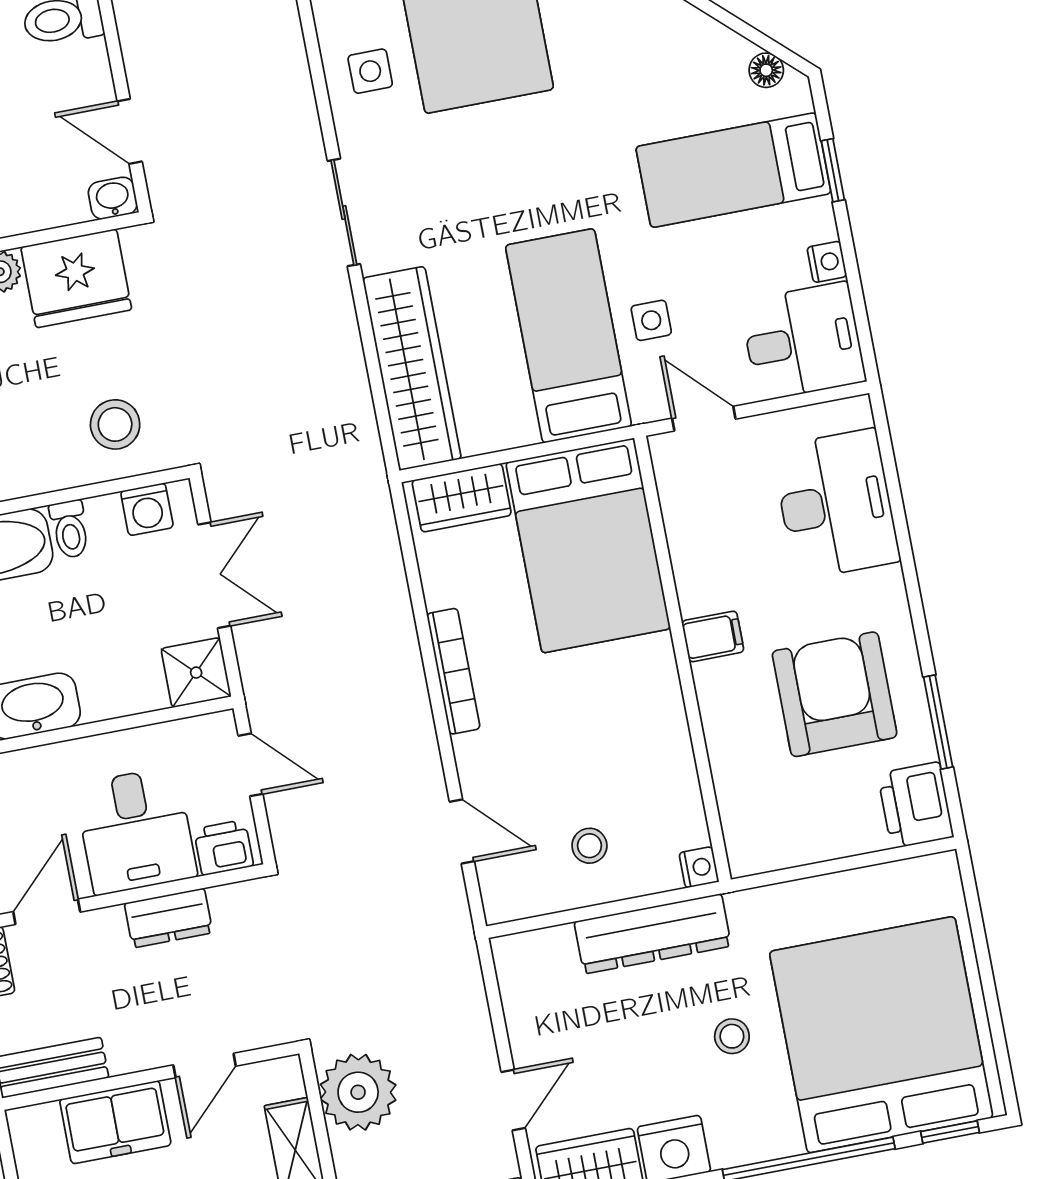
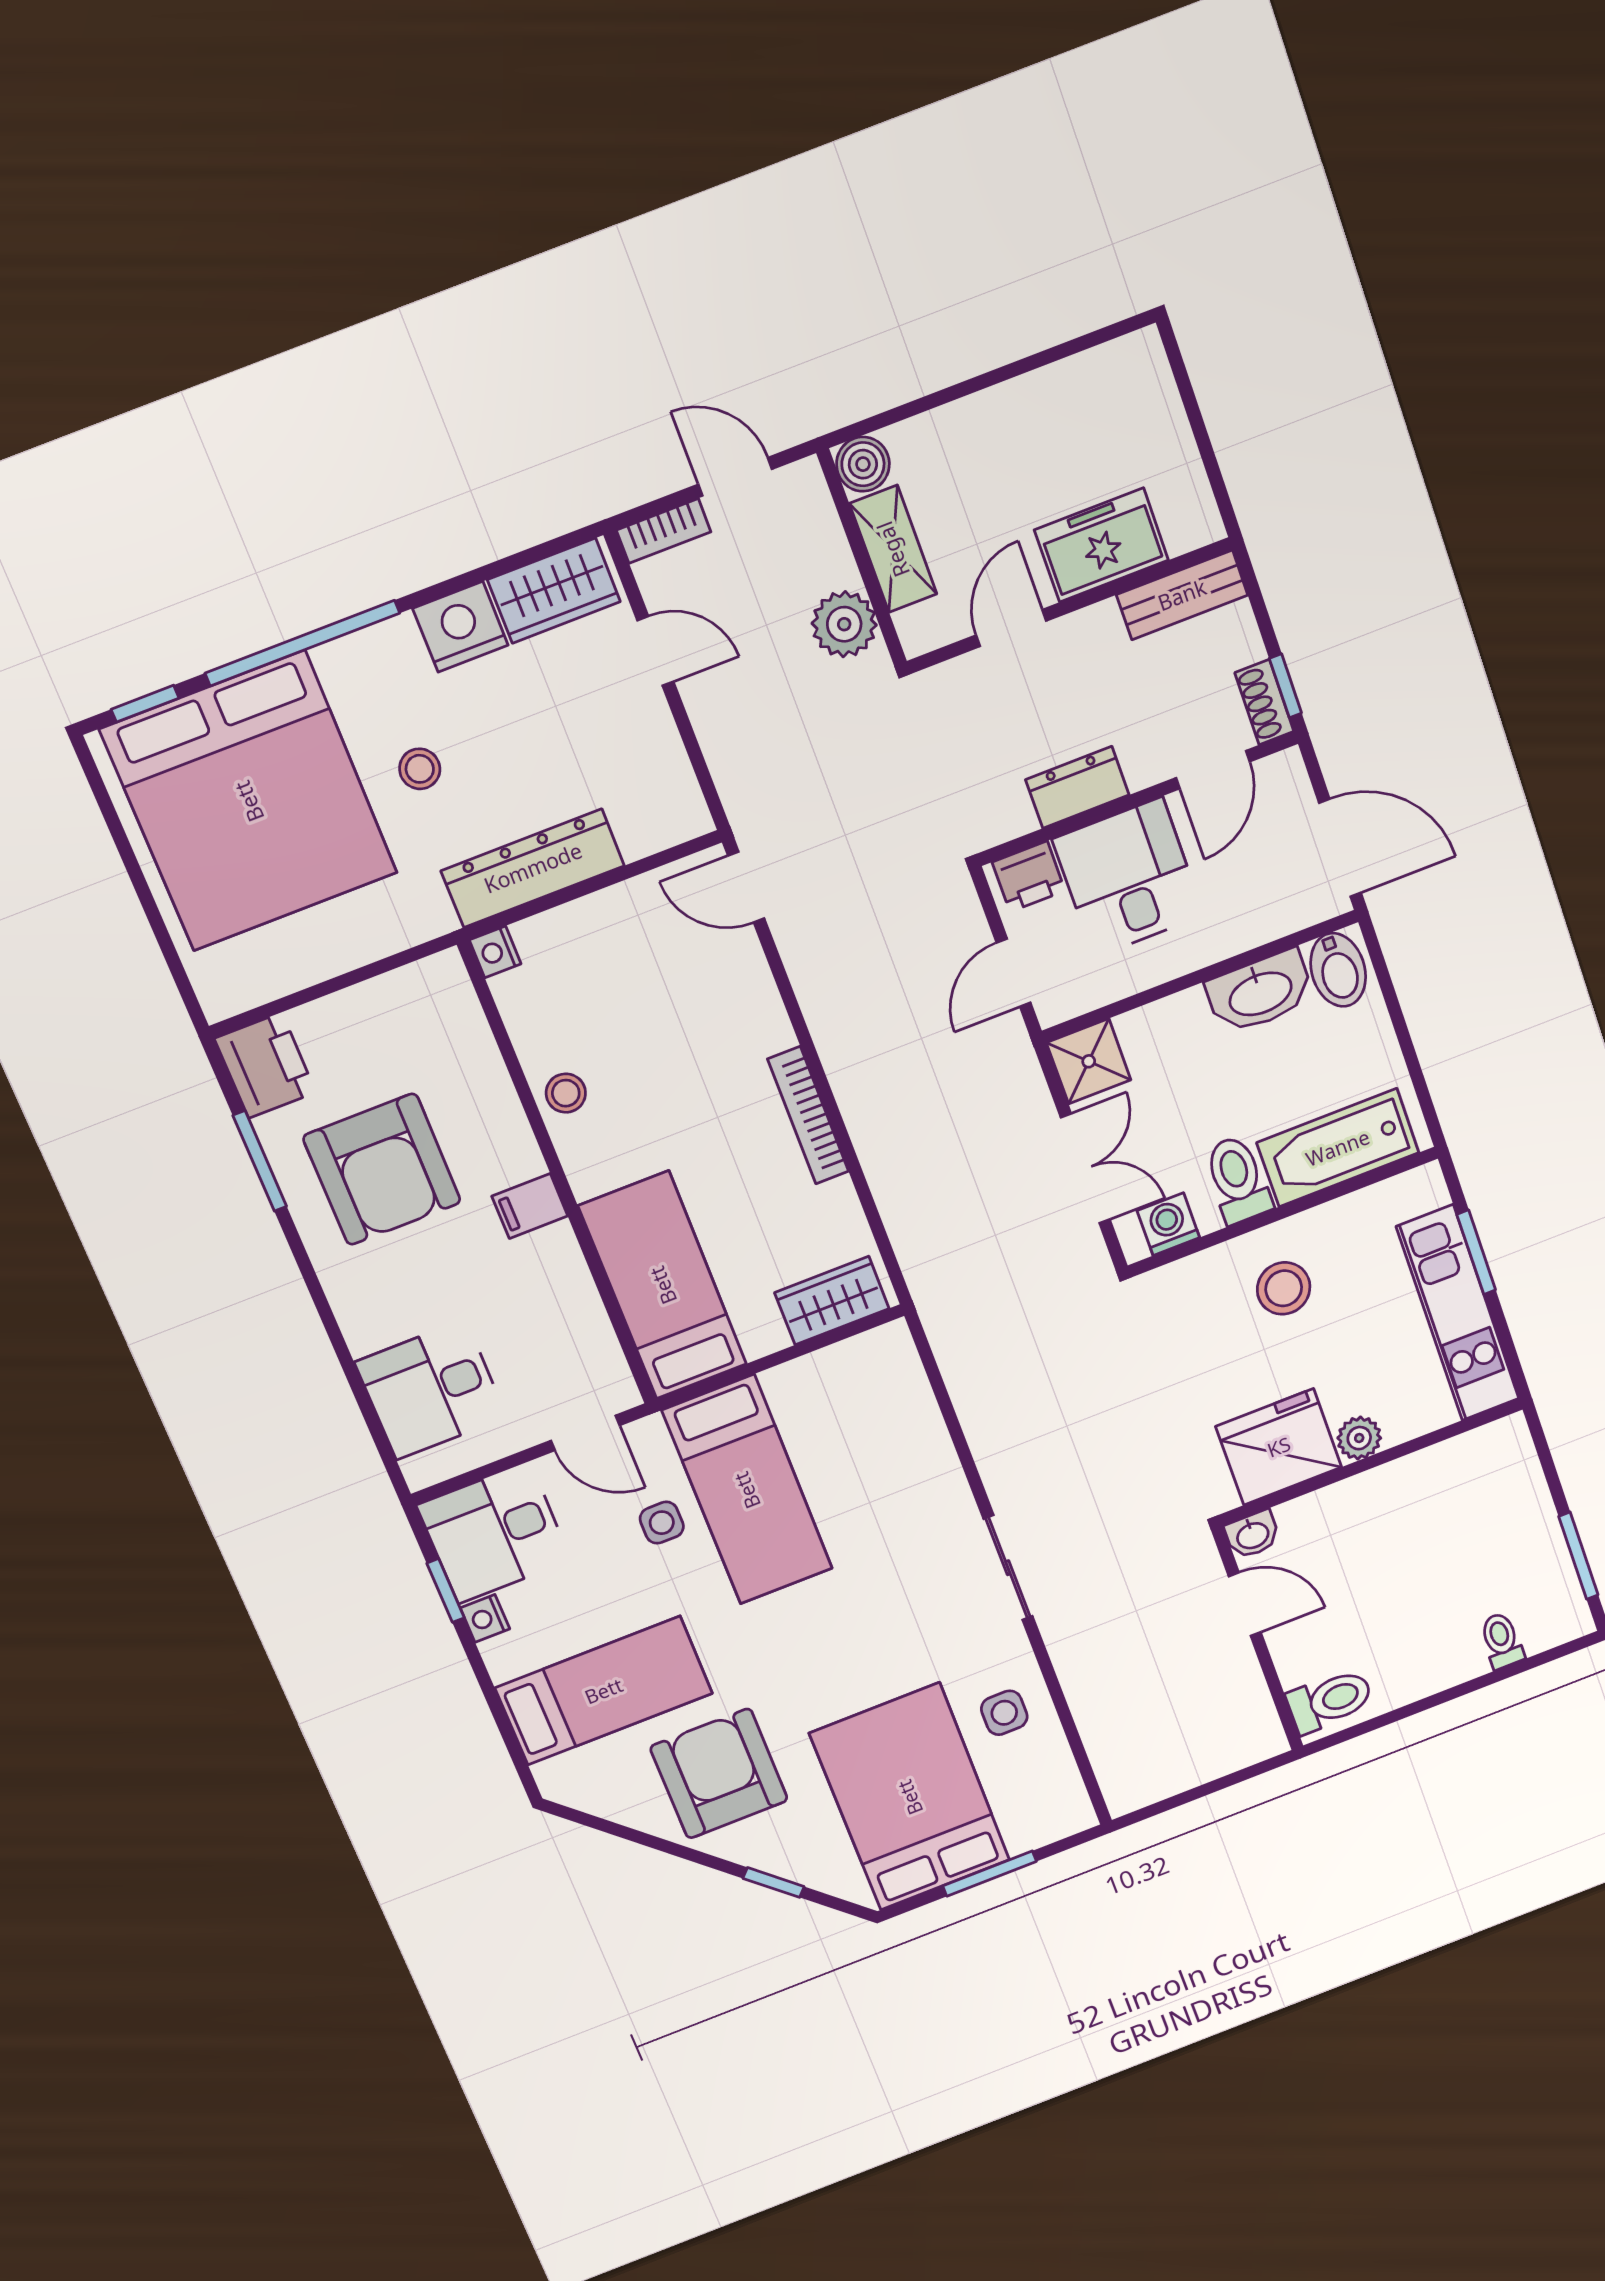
armchair: (643, 67) -> (719, 1774), added
floor lamp: (766, 70) -> (589, 1796), removed
window: (833, 170) -> (446, 1591), moved
wardrobe: (412, 368) -> (909, 1424), removed
stool: (115, 424) -> (1284, 1288), moved
desk: (836, 504) -> (431, 1390), width x0.73
toilet: (70, 529) -> (1238, 1180), width x1.37, depth x1.39
bed: (588, 546) -> (663, 1285), width x0.67
double door: (214, 575) -> (1085, 1169), swing flipped
door: (250, 765) -> (1014, 973), hinge flipped
door: (462, 831) -> (746, 887), moved
stool: (589, 846) -> (566, 1093), moved
plant: (358, 1092) -> (844, 624), width x0.73, depth x0.73
door: (513, 1100) -> (655, 651), swing flipped

